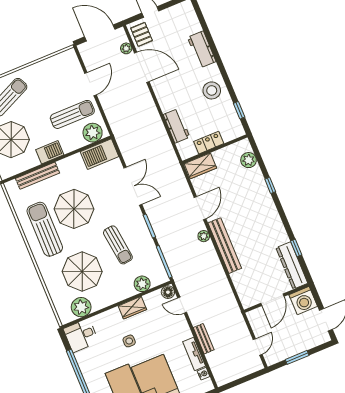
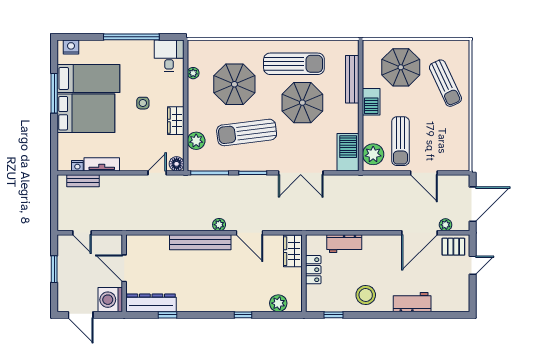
sun lounger: (118, 245) -> (247, 132), width x1.36, depth x1.34
plant: (81, 307) -> (193, 73), width x0.53, depth x0.53
bench: (204, 339) -> (83, 181), moved

